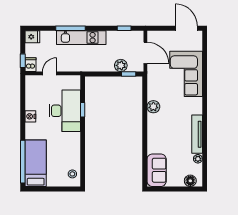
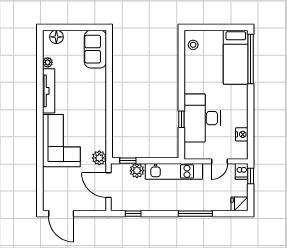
kitchen unit: (81, 38) -> (174, 171), moved, turned 180
corner sofa: (186, 74) -> (61, 141), moved
plant: (153, 107) -> (99, 158), moved
nightstand: (30, 116) -> (242, 134), moved

